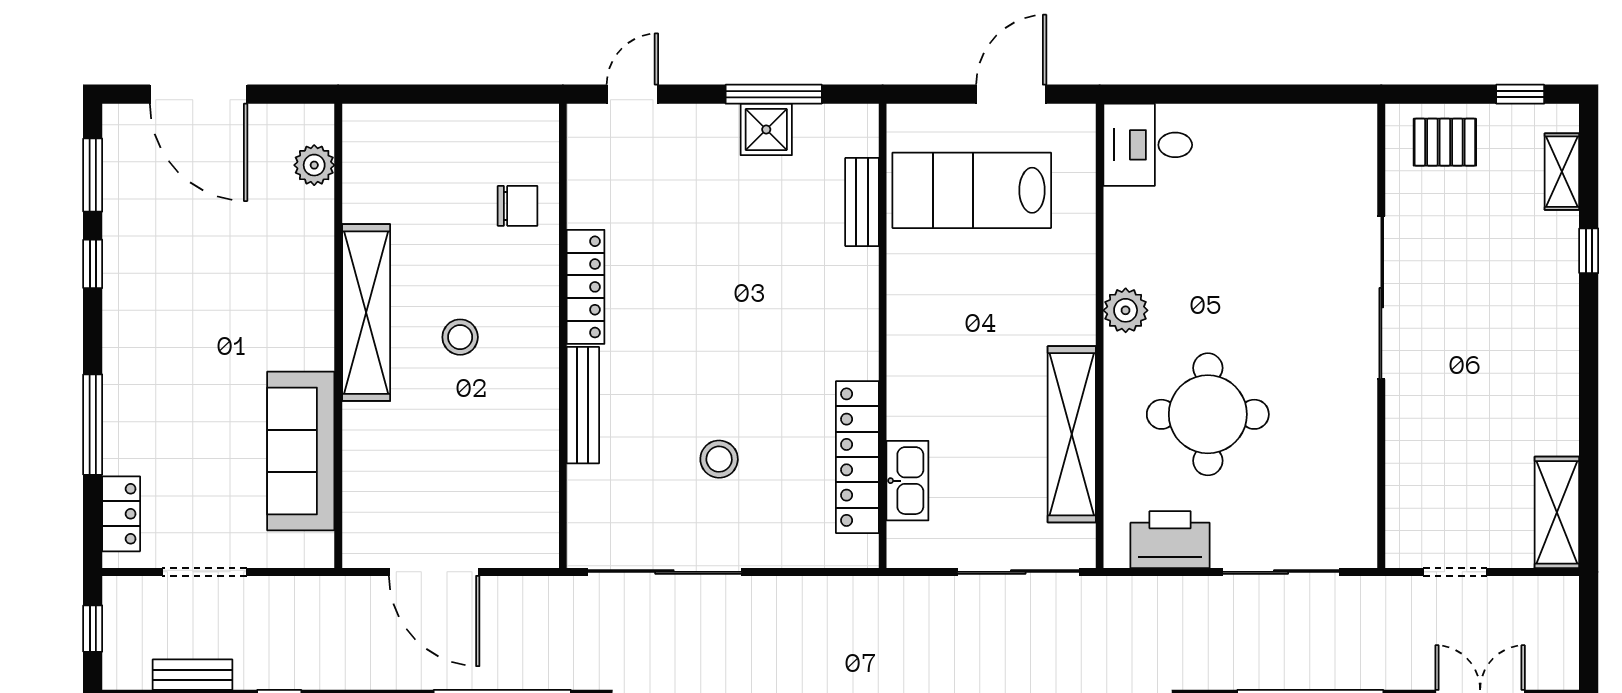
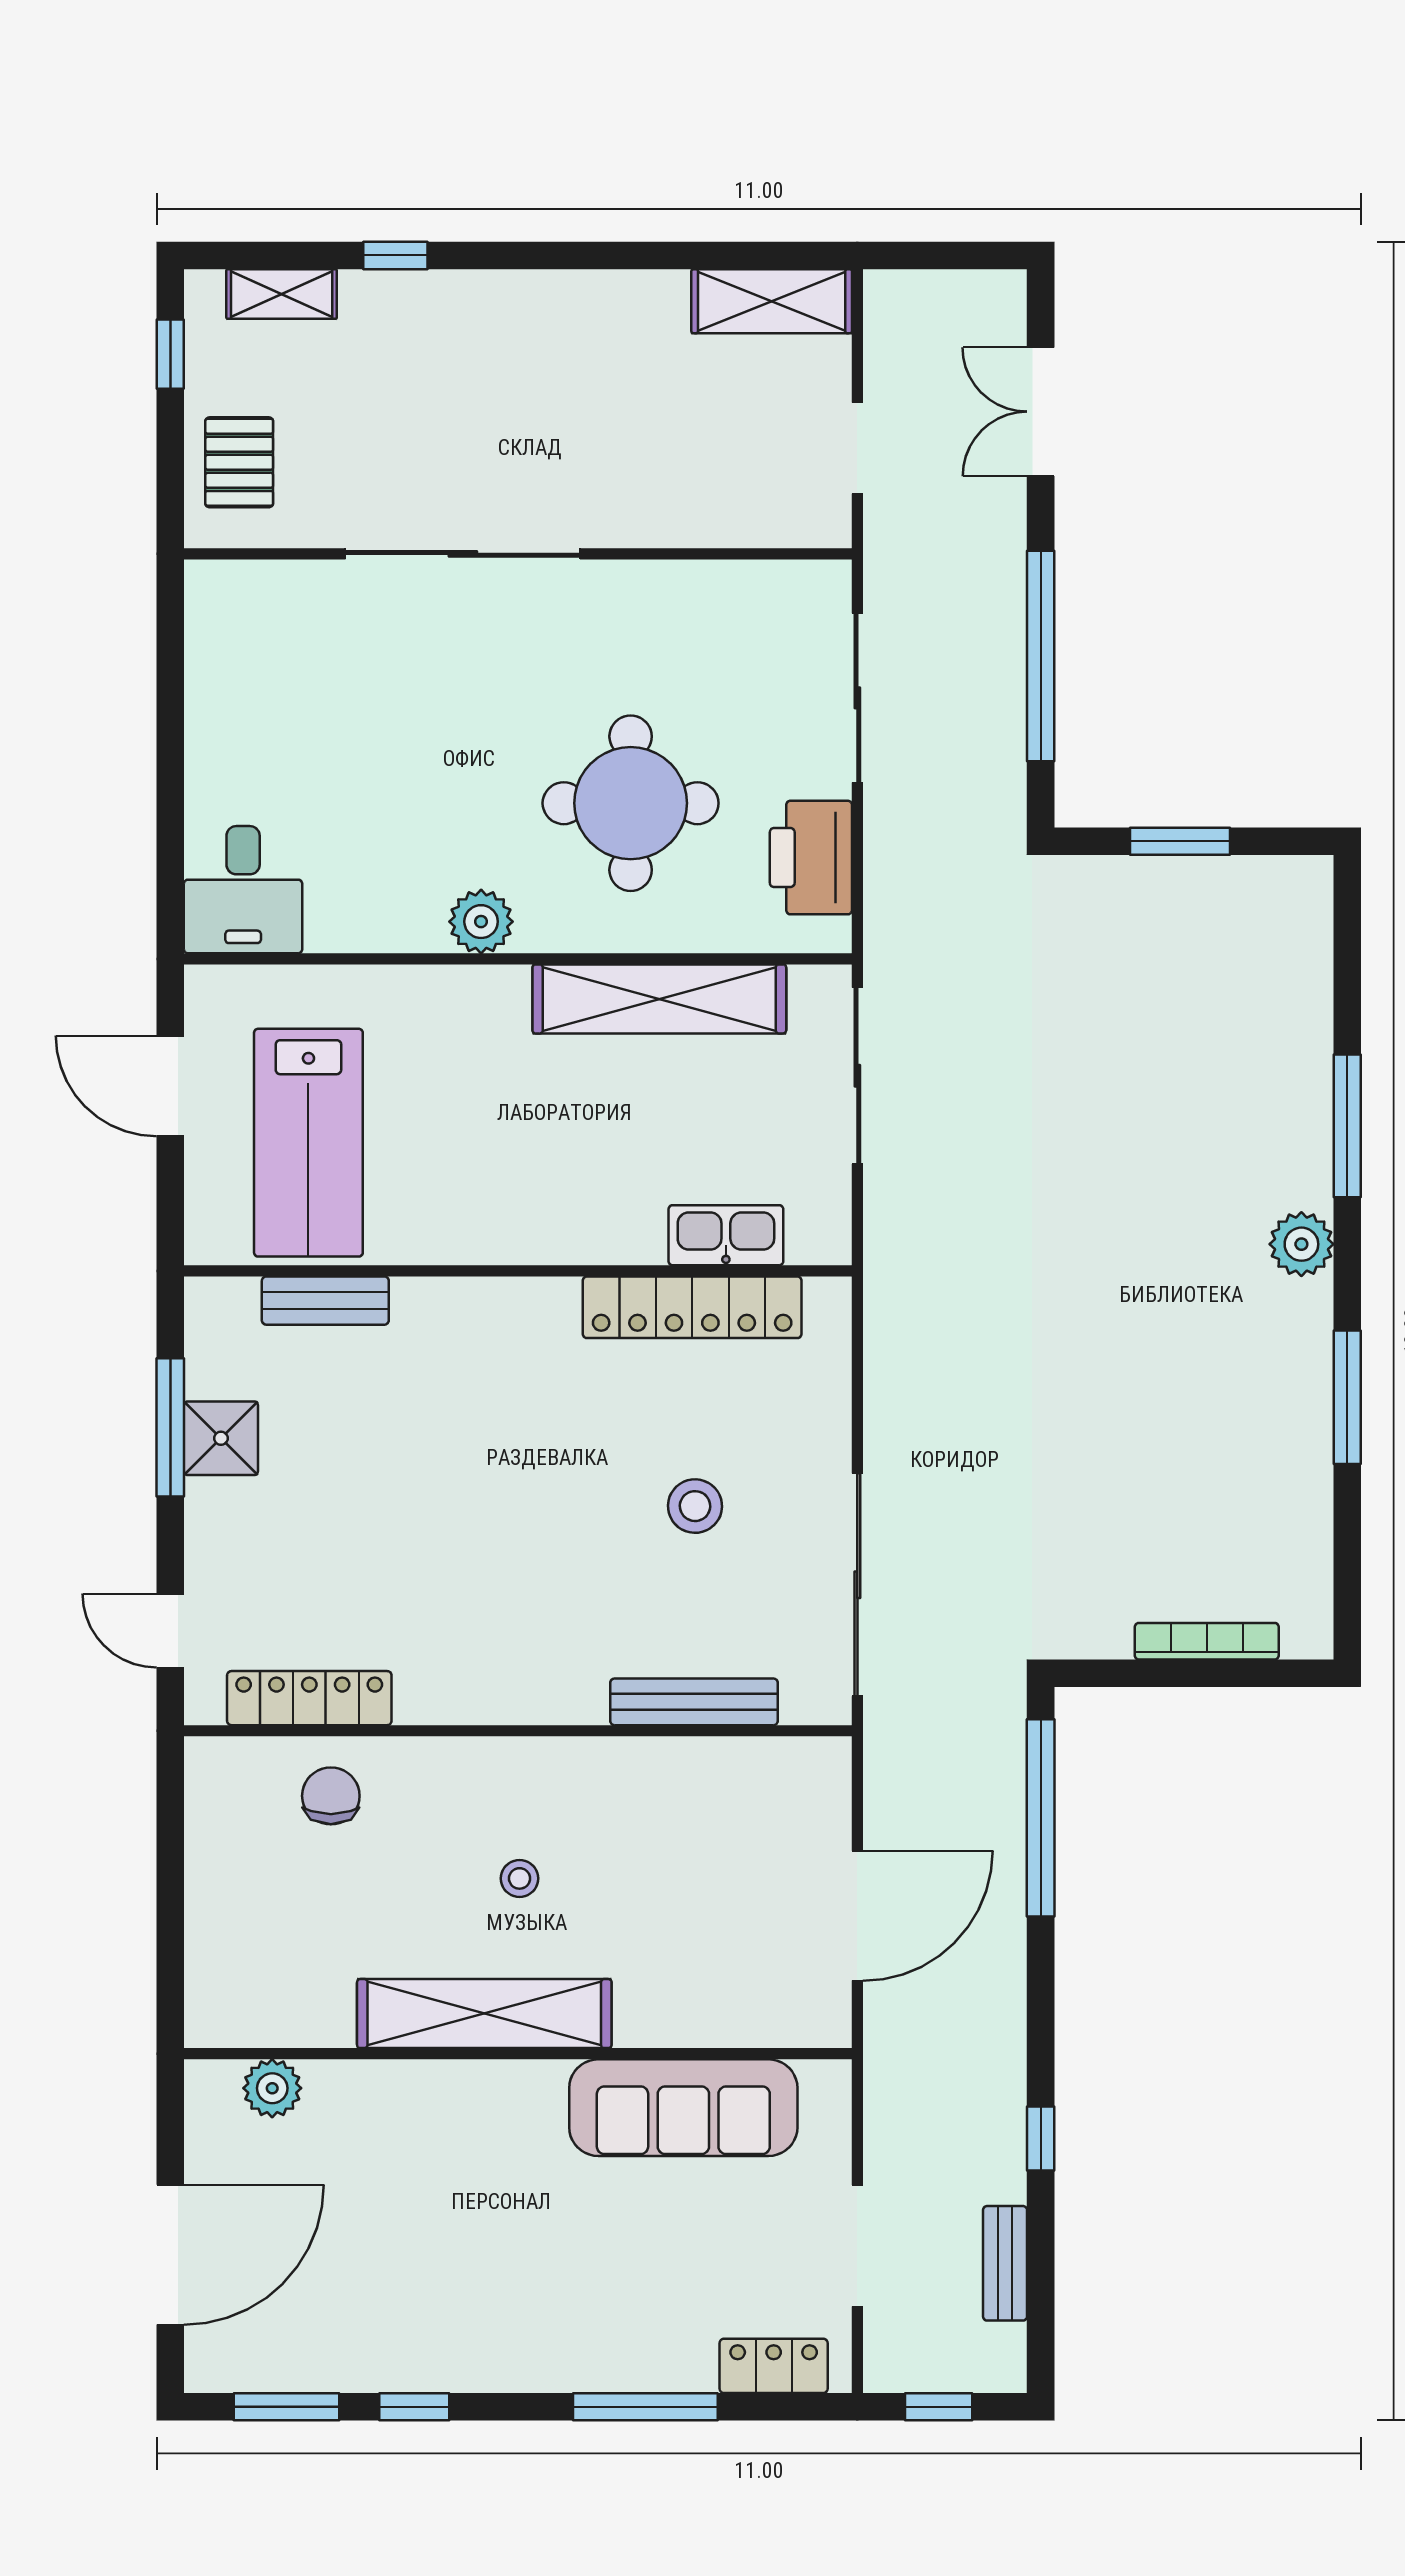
locker: (586, 287) -> (309, 1698), moved
stool: (460, 337) -> (520, 1878), width x0.73, depth x0.73
bench: (583, 405) -> (694, 1702), moved

